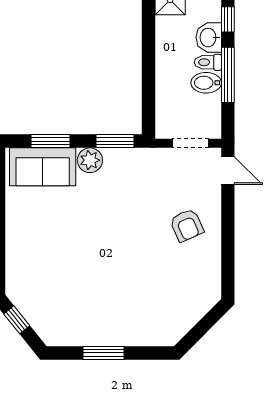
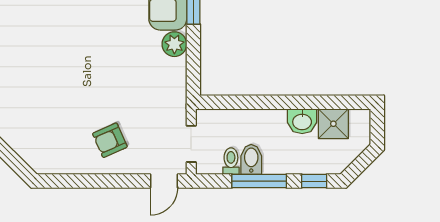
washbasin: (209, 37) -> (302, 121), moved, turned 180
toilet: (208, 62) -> (231, 161), moved
window: (115, 141) -> (193, 69), removed

